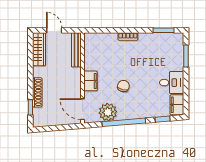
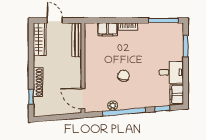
window: (164, 30) -> (163, 20), width x1.44
filing cabinet: (91, 81) -> (108, 29), moved, turned 90
plant: (108, 112) -> (113, 106), width x0.53, depth x0.53

